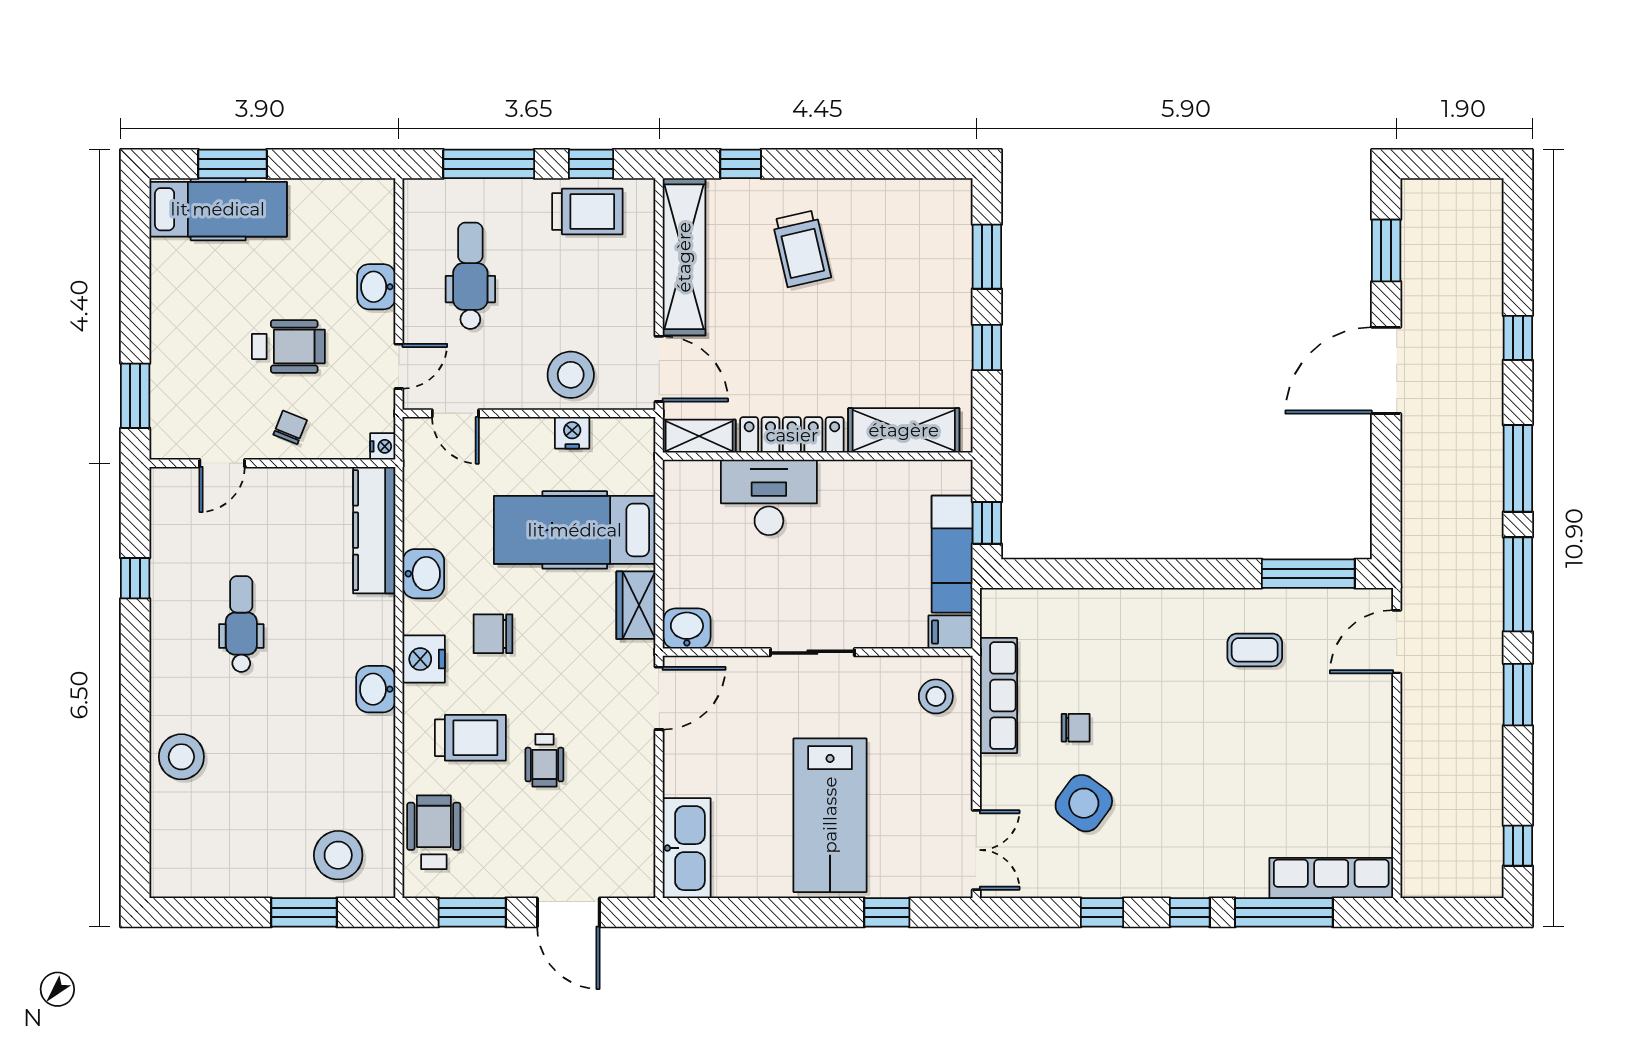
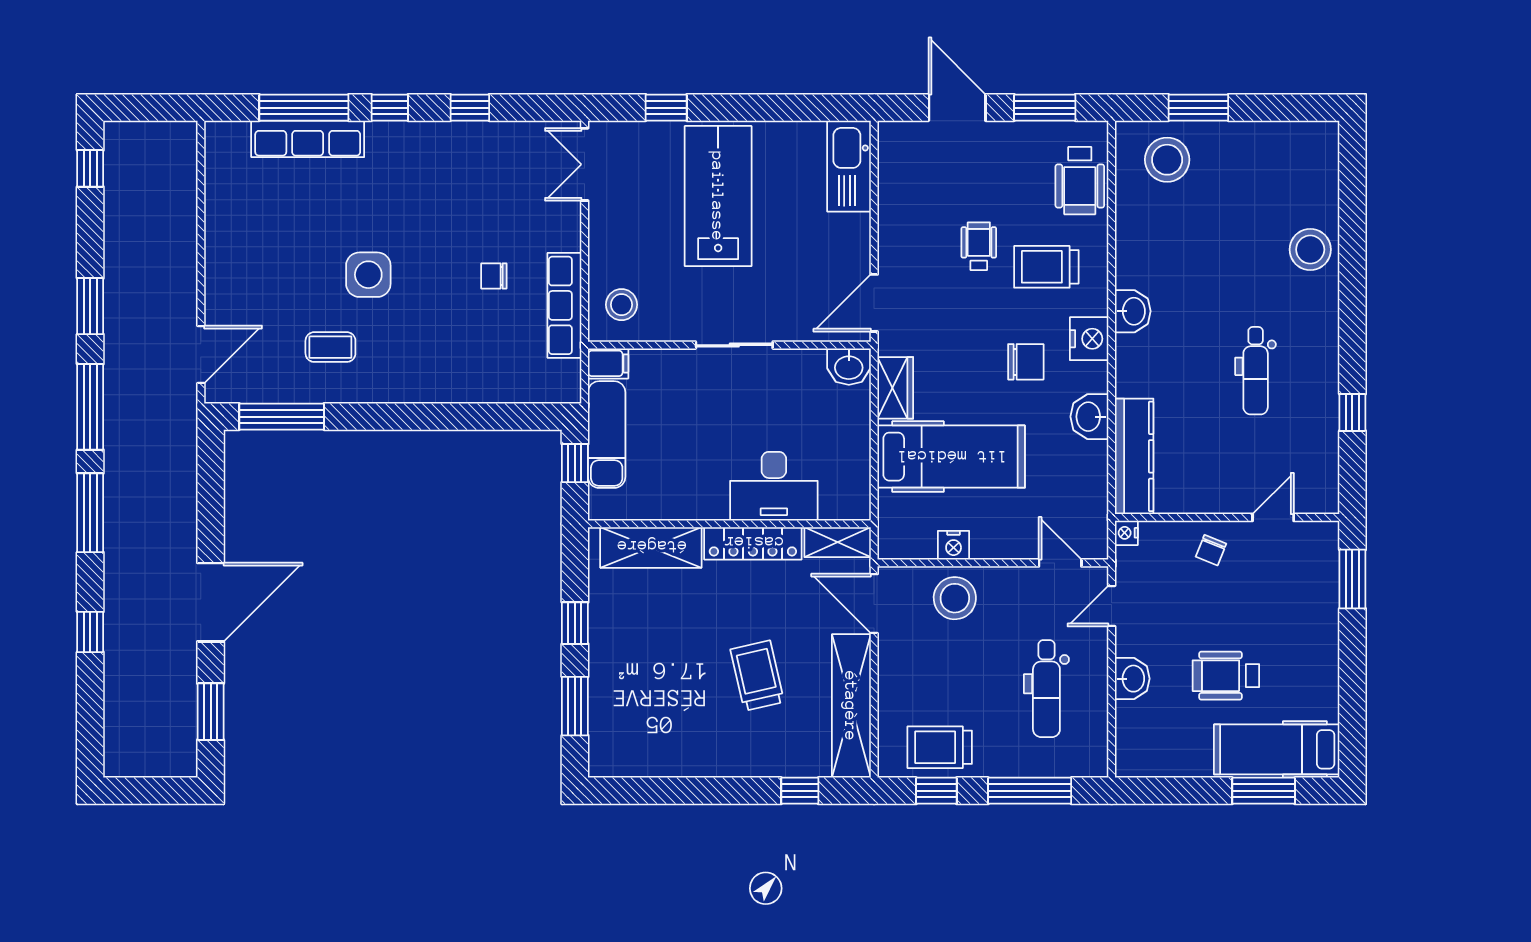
trolley: (802, 249) -> (757, 676), moved
wheelchair: (288, 346) -> (1226, 676), moved
side table: (1084, 803) -> (368, 275), moved, turned -36
row of seats: (1331, 878) -> (308, 139), moved

